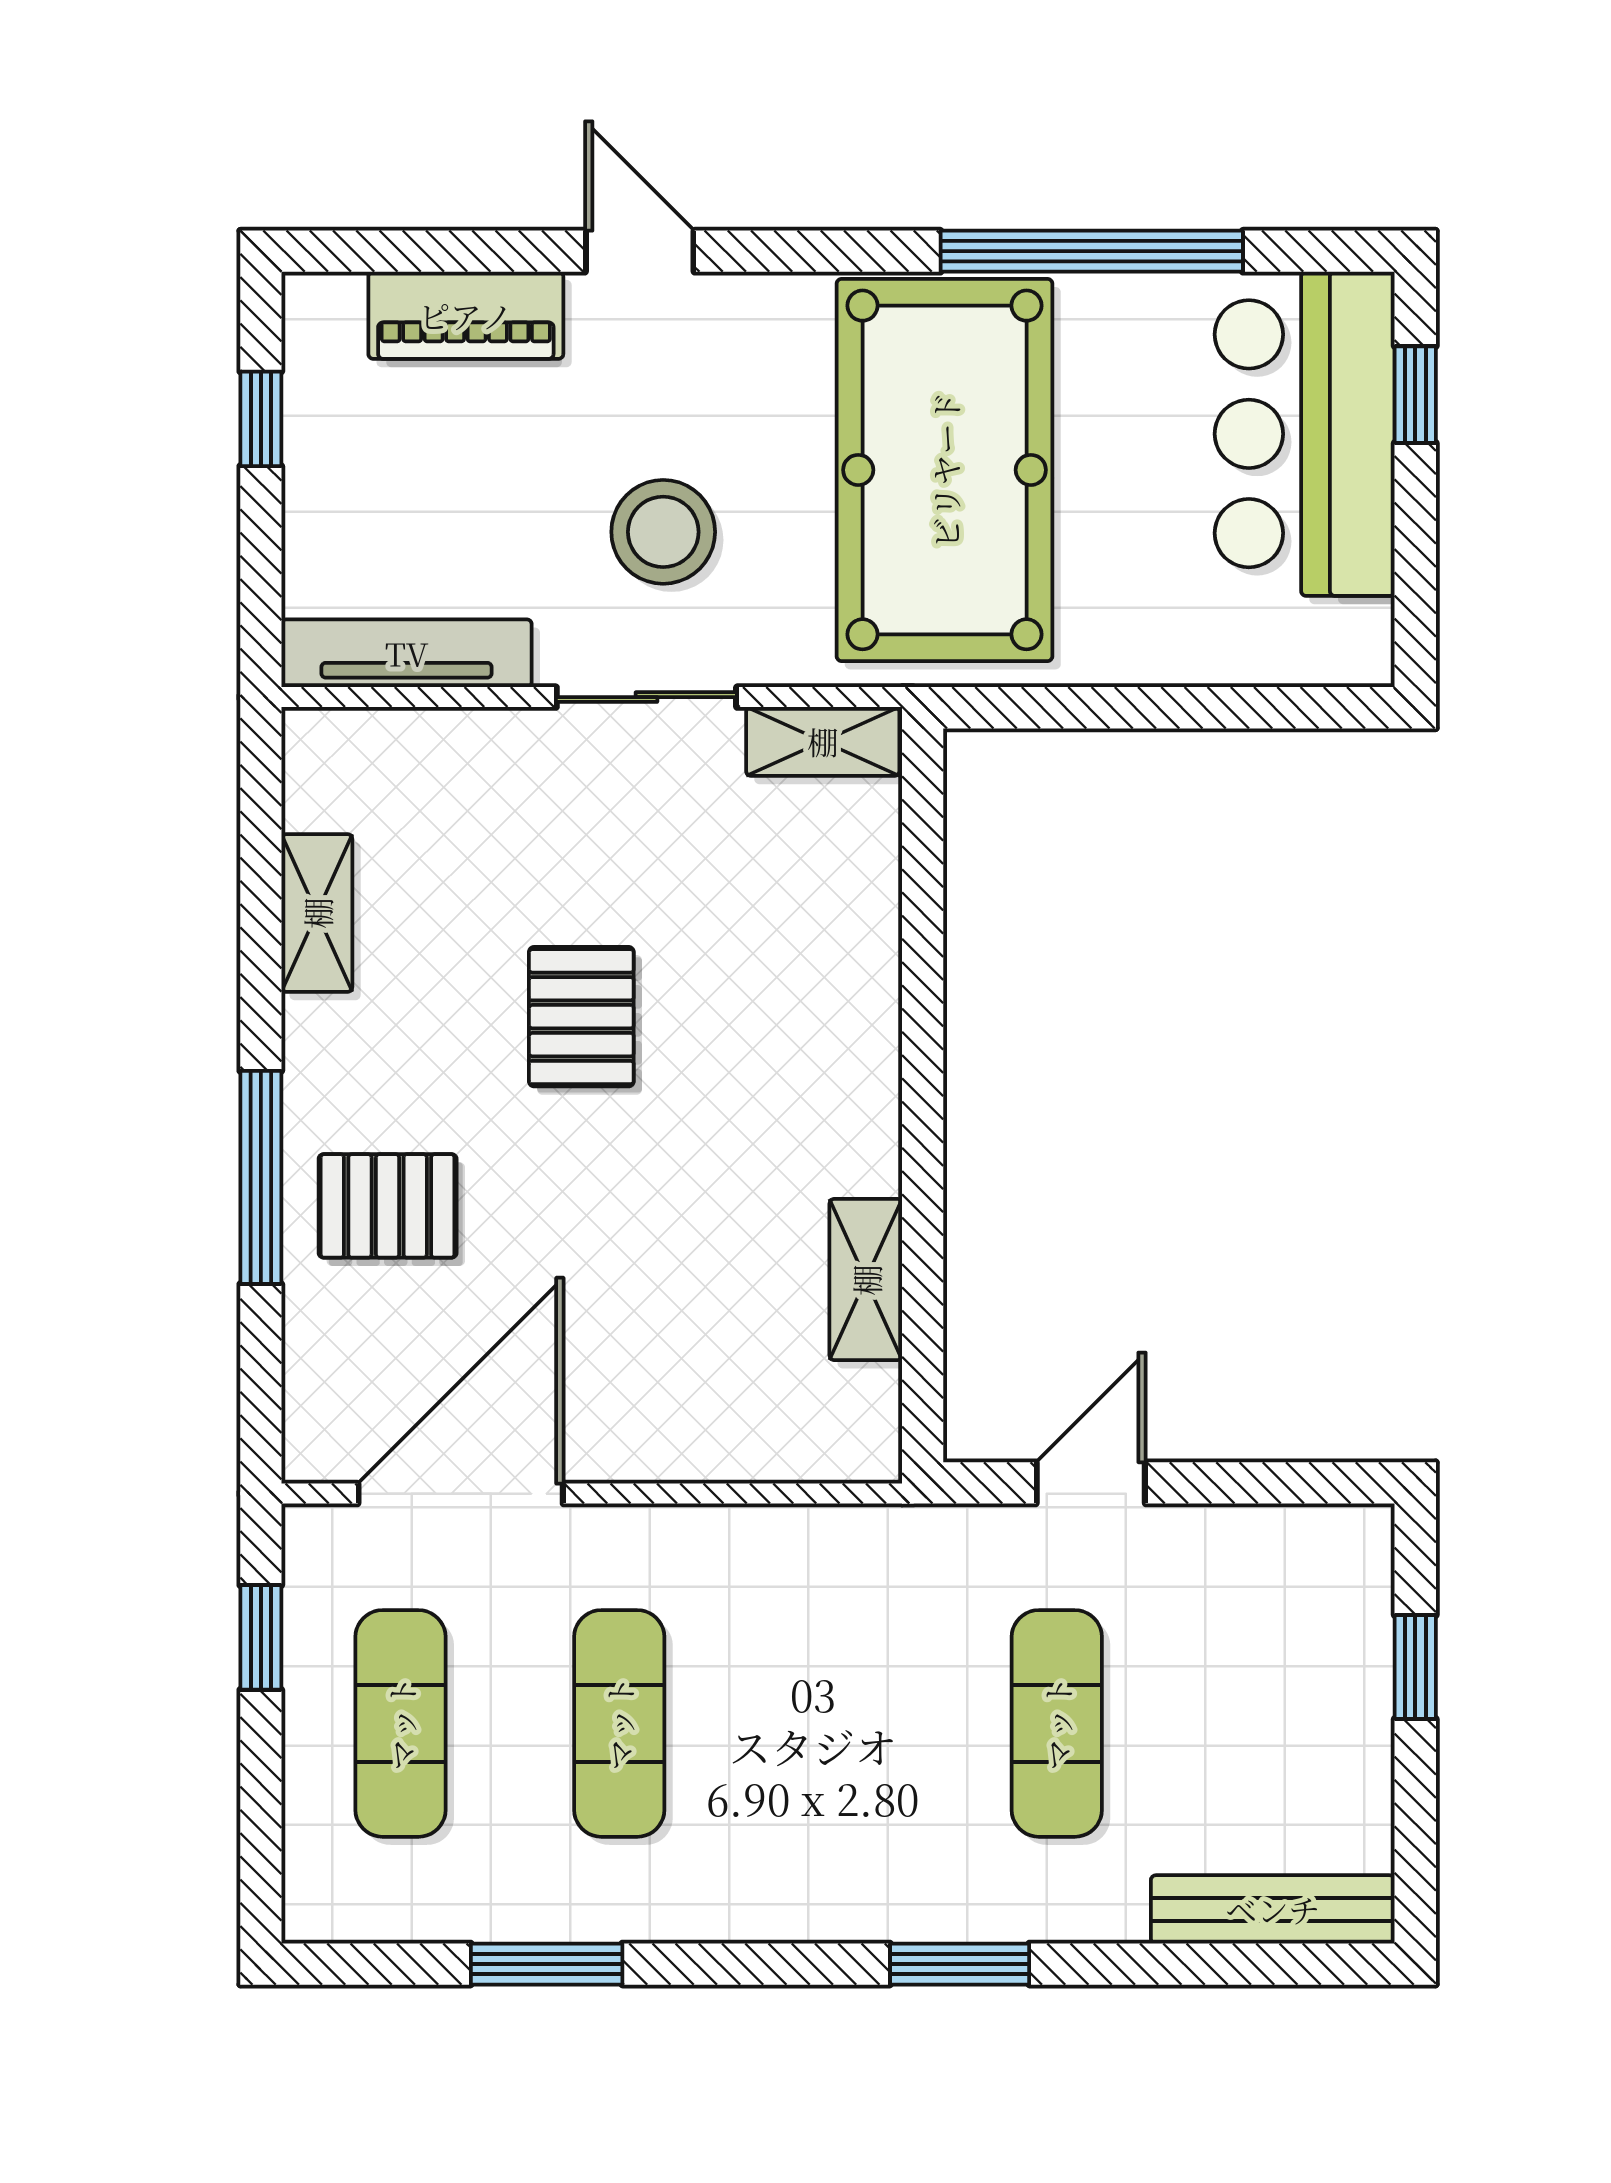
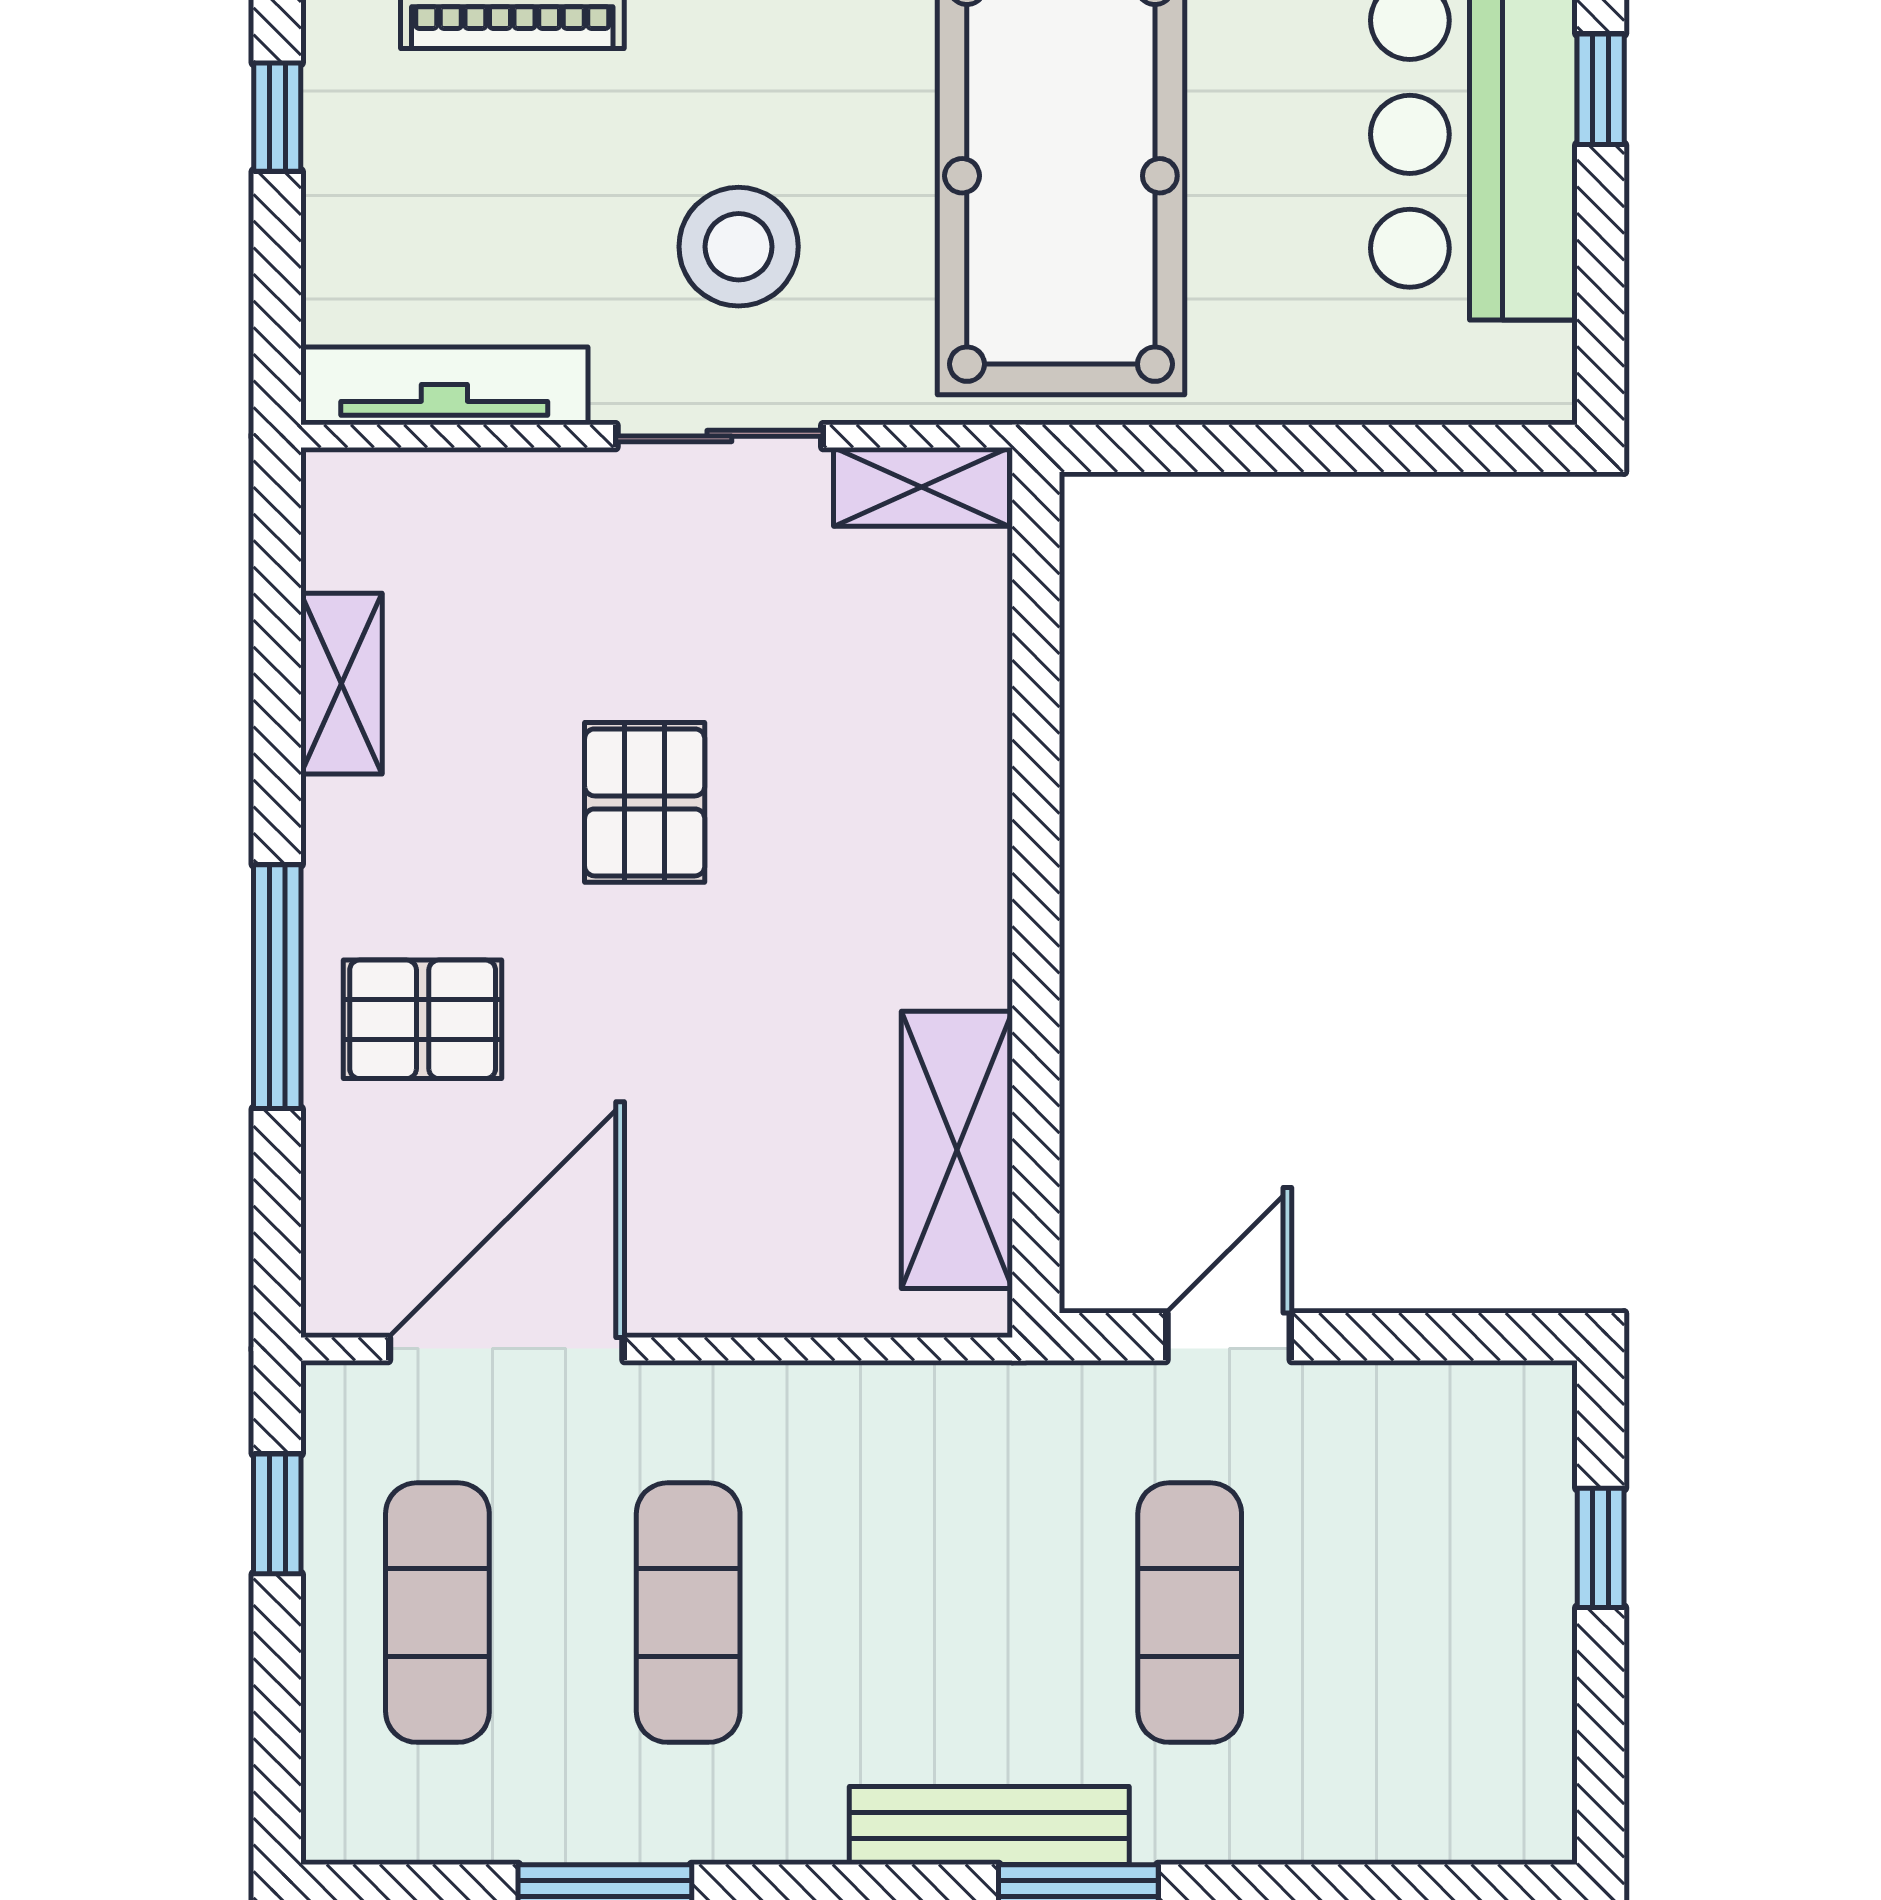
shelving: (866, 1280) -> (957, 1150), width x1.50, depth x1.33
bench: (1273, 1909) -> (989, 1826), moved

